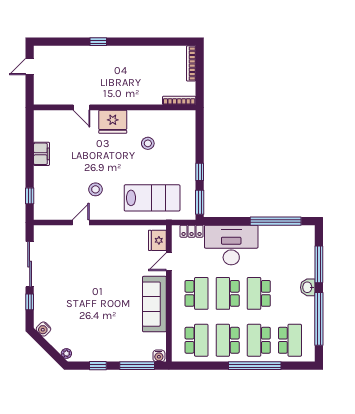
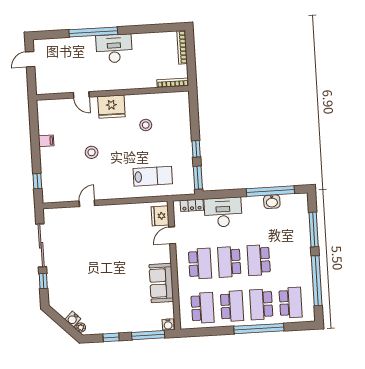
window: (98, 42) -> (93, 32), width x3.17
desk: (119, 60) -> (114, 49), added
filing cabinet: (42, 154) -> (46, 141), width x0.50
stool: (95, 189) -> (92, 152), moved
lab bench: (152, 198) -> (153, 176), width x0.73, depth x0.72
desk: (231, 245) -> (223, 212), width x0.73, depth x0.77
washbasin: (308, 287) -> (272, 202), moved, turned -90
sofa: (154, 304) -> (161, 283), width x0.73
water cooler: (43, 329) -> (73, 319), moved
school desk: (228, 340) -> (232, 306), turned 180

